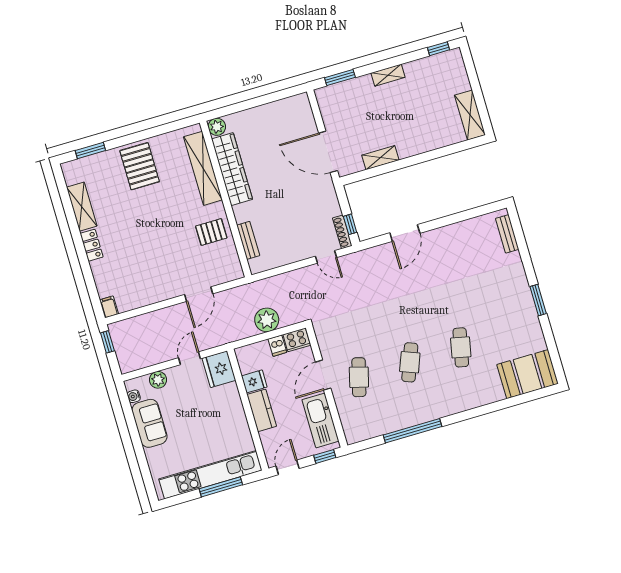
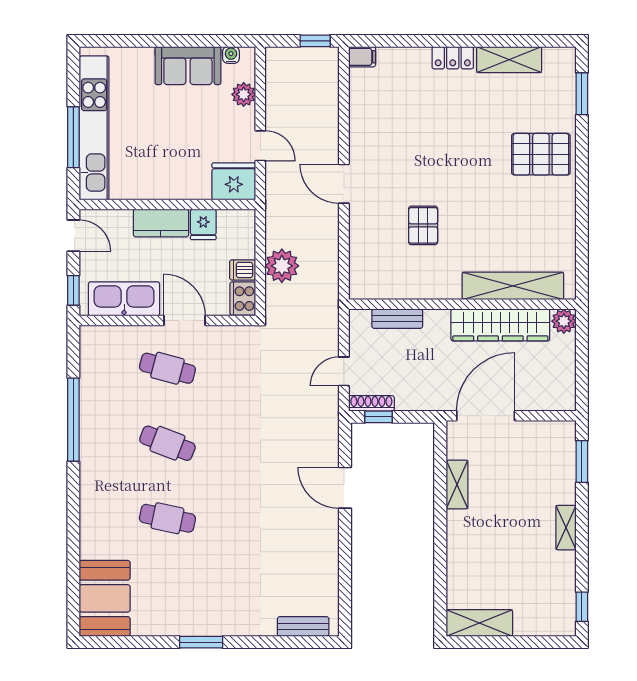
plant: (217, 127) -> (564, 321), moved
shelving: (203, 168) -> (513, 286), moved
wardrobe: (232, 169) -> (500, 325), moved
wall: (226, 199) -> (462, 304), moved
bench: (248, 240) -> (397, 319), moved

